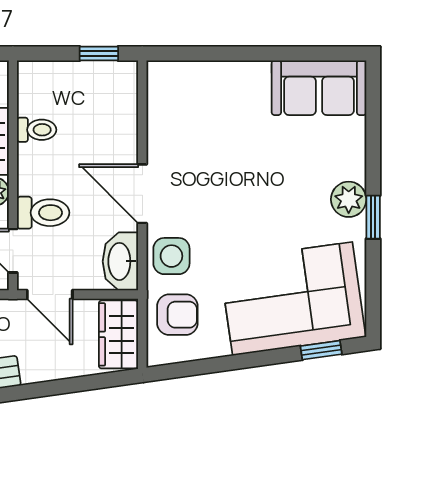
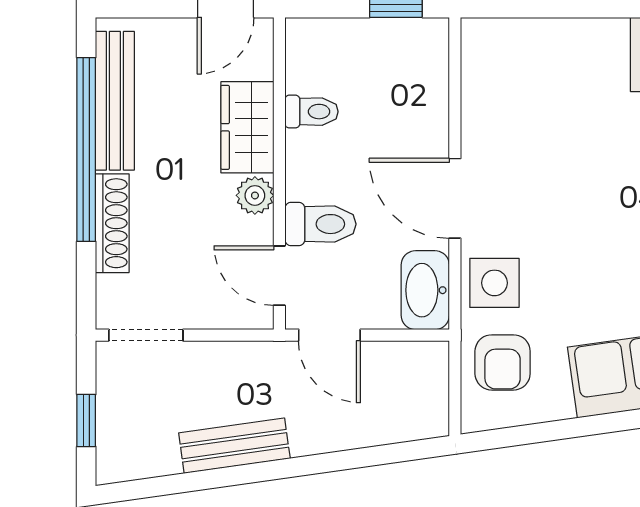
armchair: (177, 315) -> (503, 362), turned 90
wardrobe: (118, 334) -> (423, 389), removed

